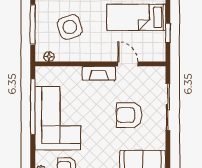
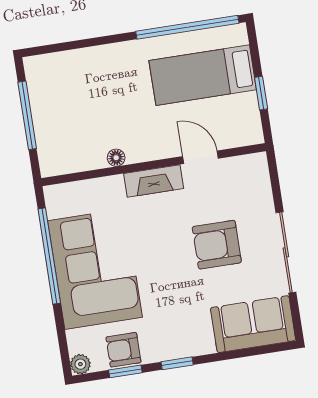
side table: (70, 27) -> (91, 110), removed
floor lamp: (49, 57) -> (116, 158), moved
sliding door: (168, 107) -> (286, 252), moved

